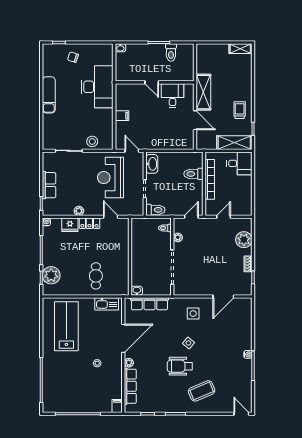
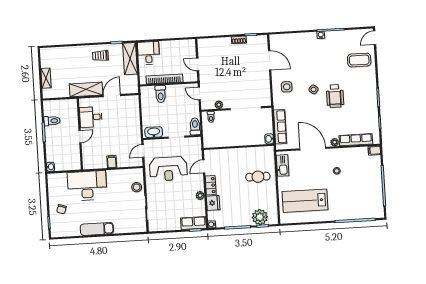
shelving: (240, 49) -> (46, 78), moved
row of seats: (49, 185) -> (193, 223), moved
plant: (244, 240) -> (217, 45), removed
coffee table: (202, 391) -> (359, 60), moved, turned -67

